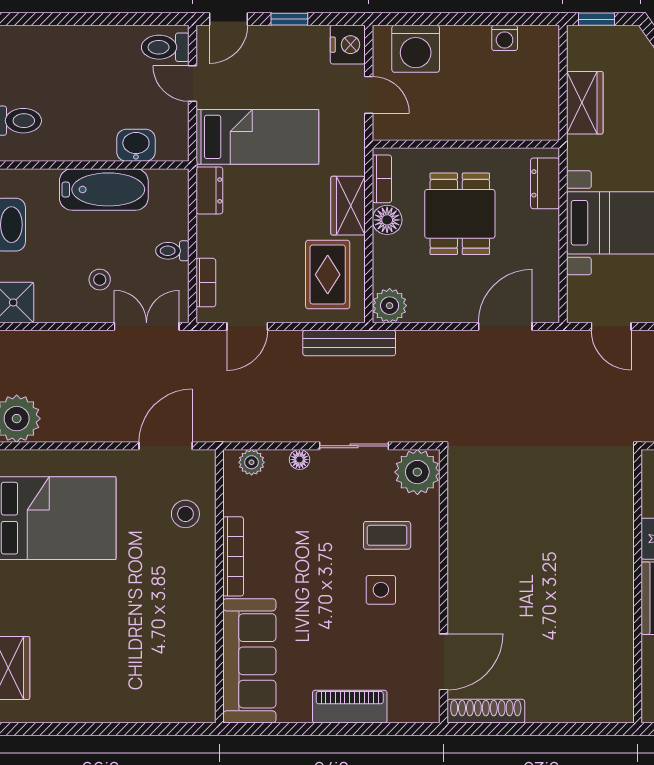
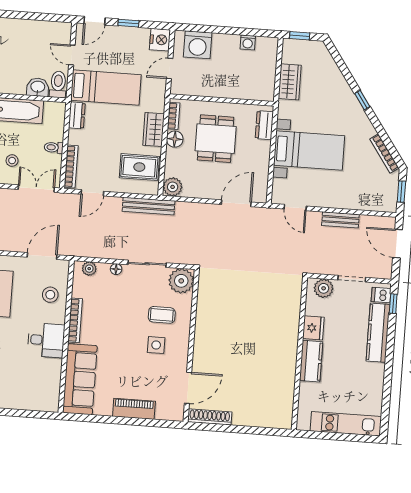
toilet: (165, 47) -> (58, 84), moved, turned 90
door: (369, 95) -> (170, 69), swing flipped
rug: (328, 275) -> (139, 167), turned 90
bookcase: (206, 283) -> (71, 167), width x1.56
desk: (184, 596) -> (46, 340), added

